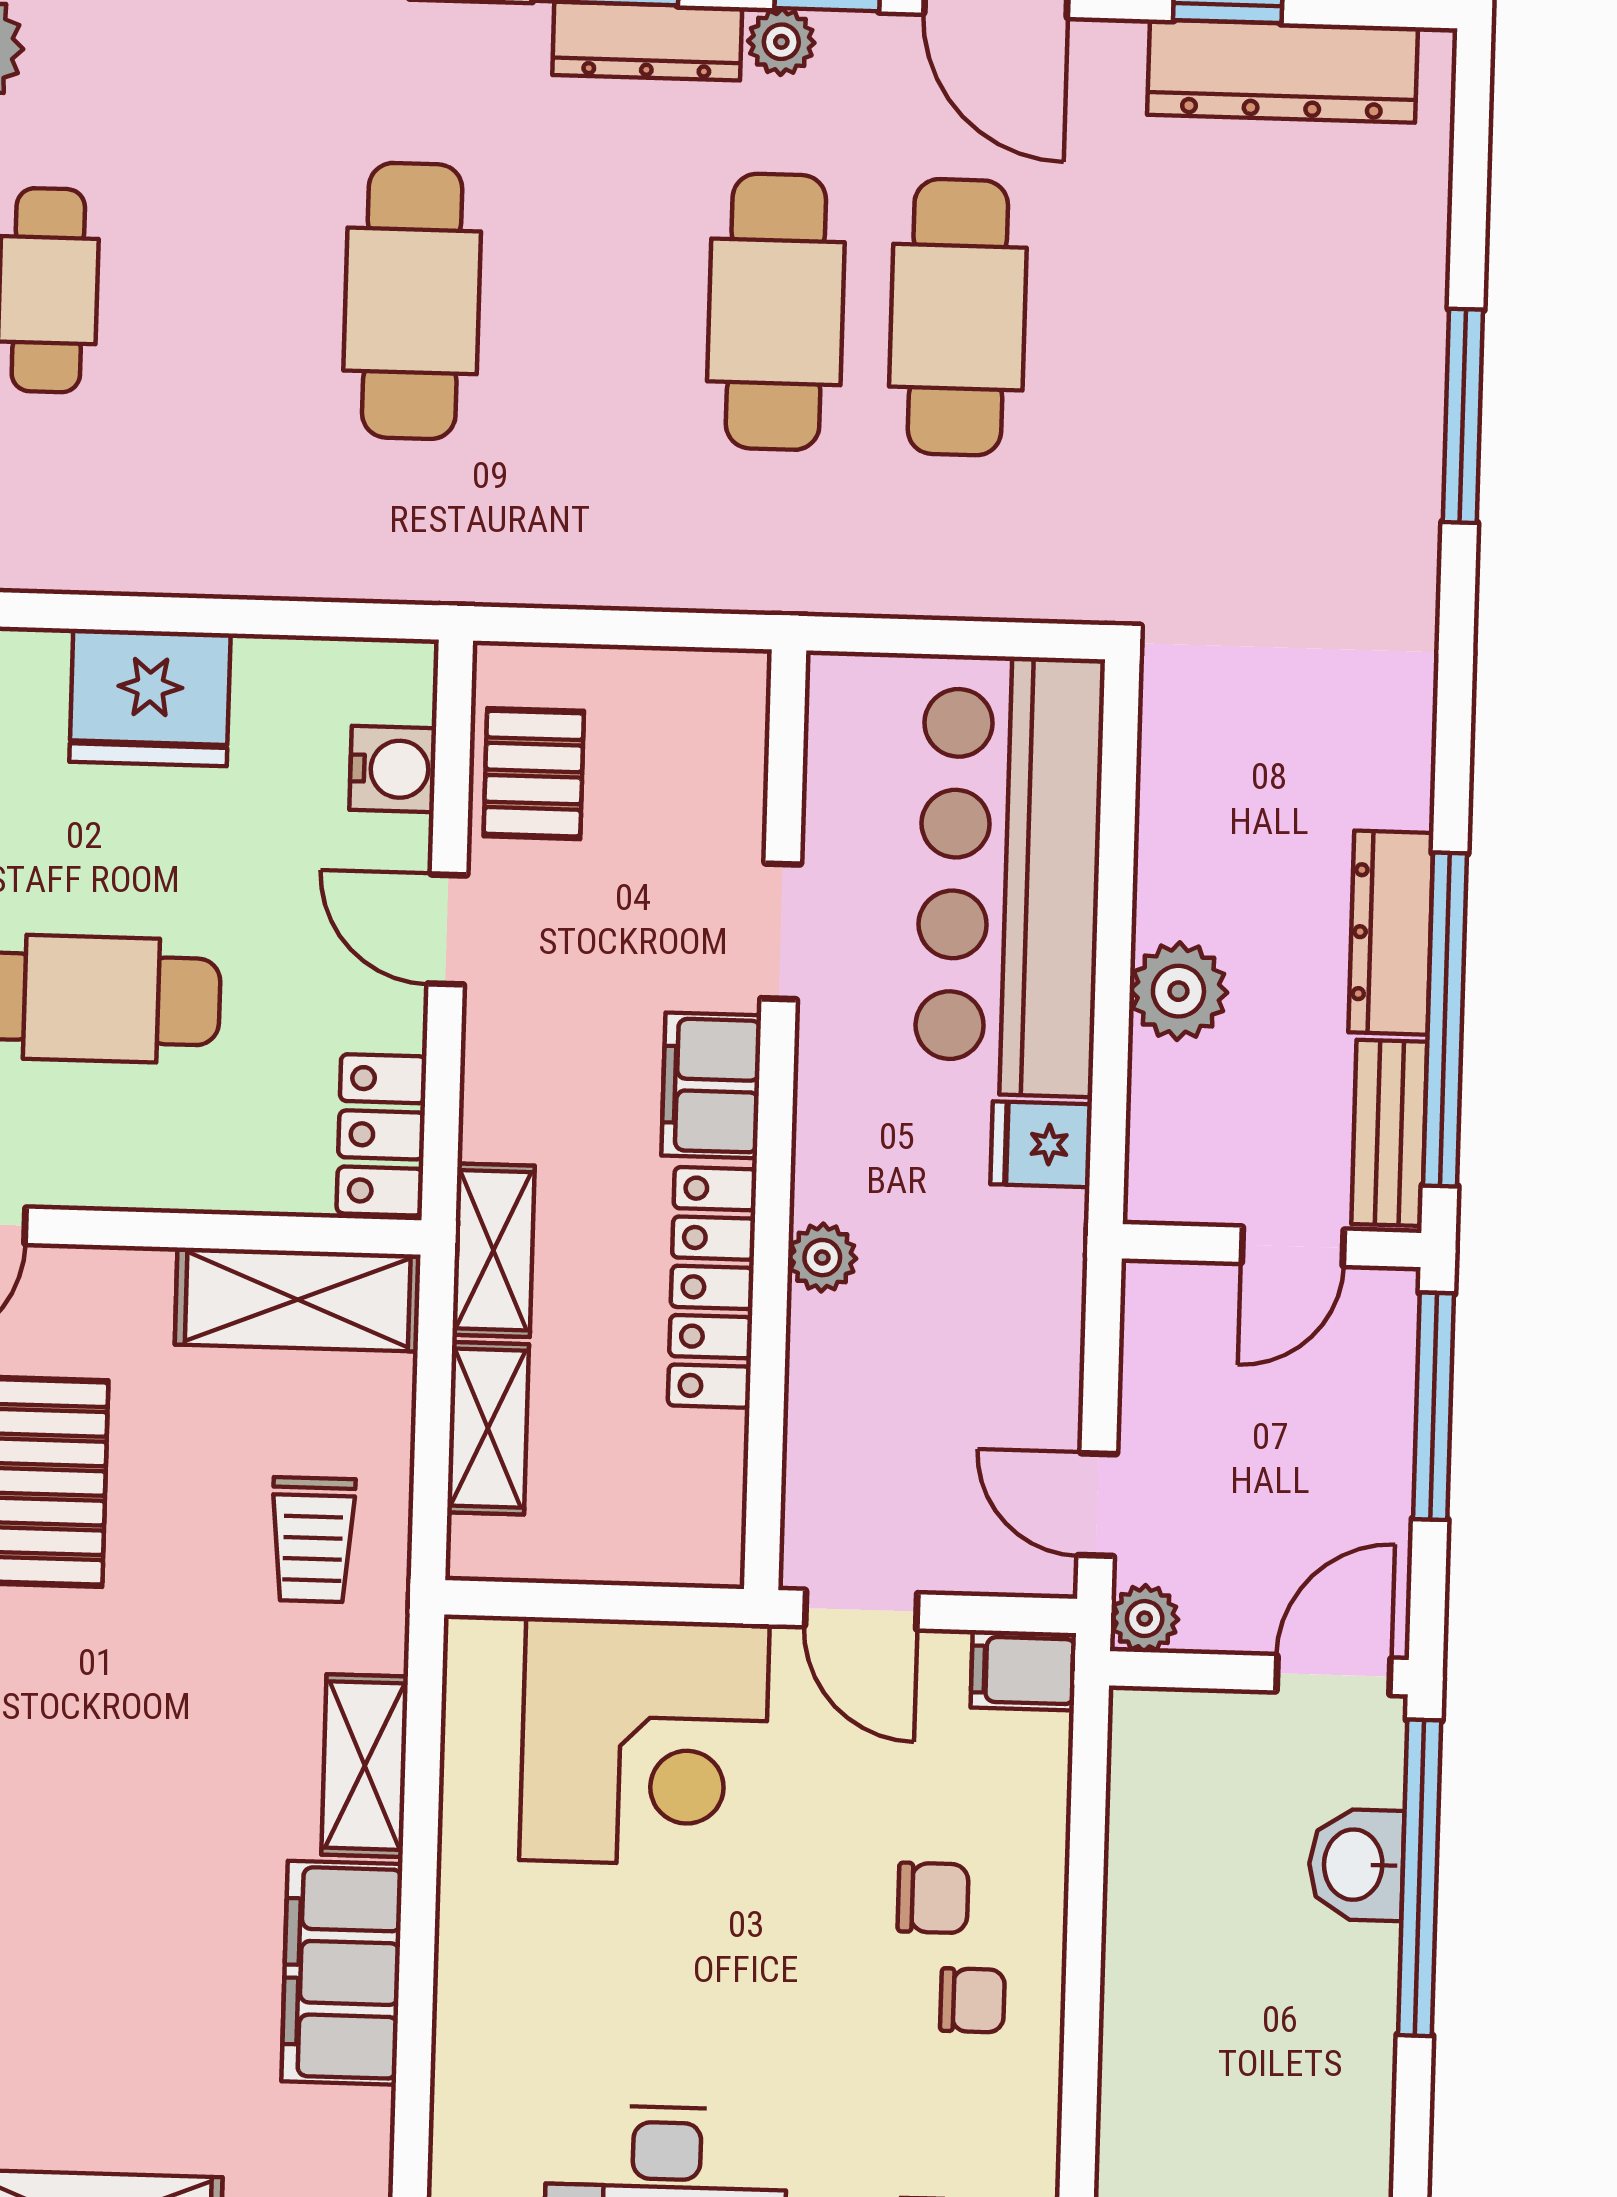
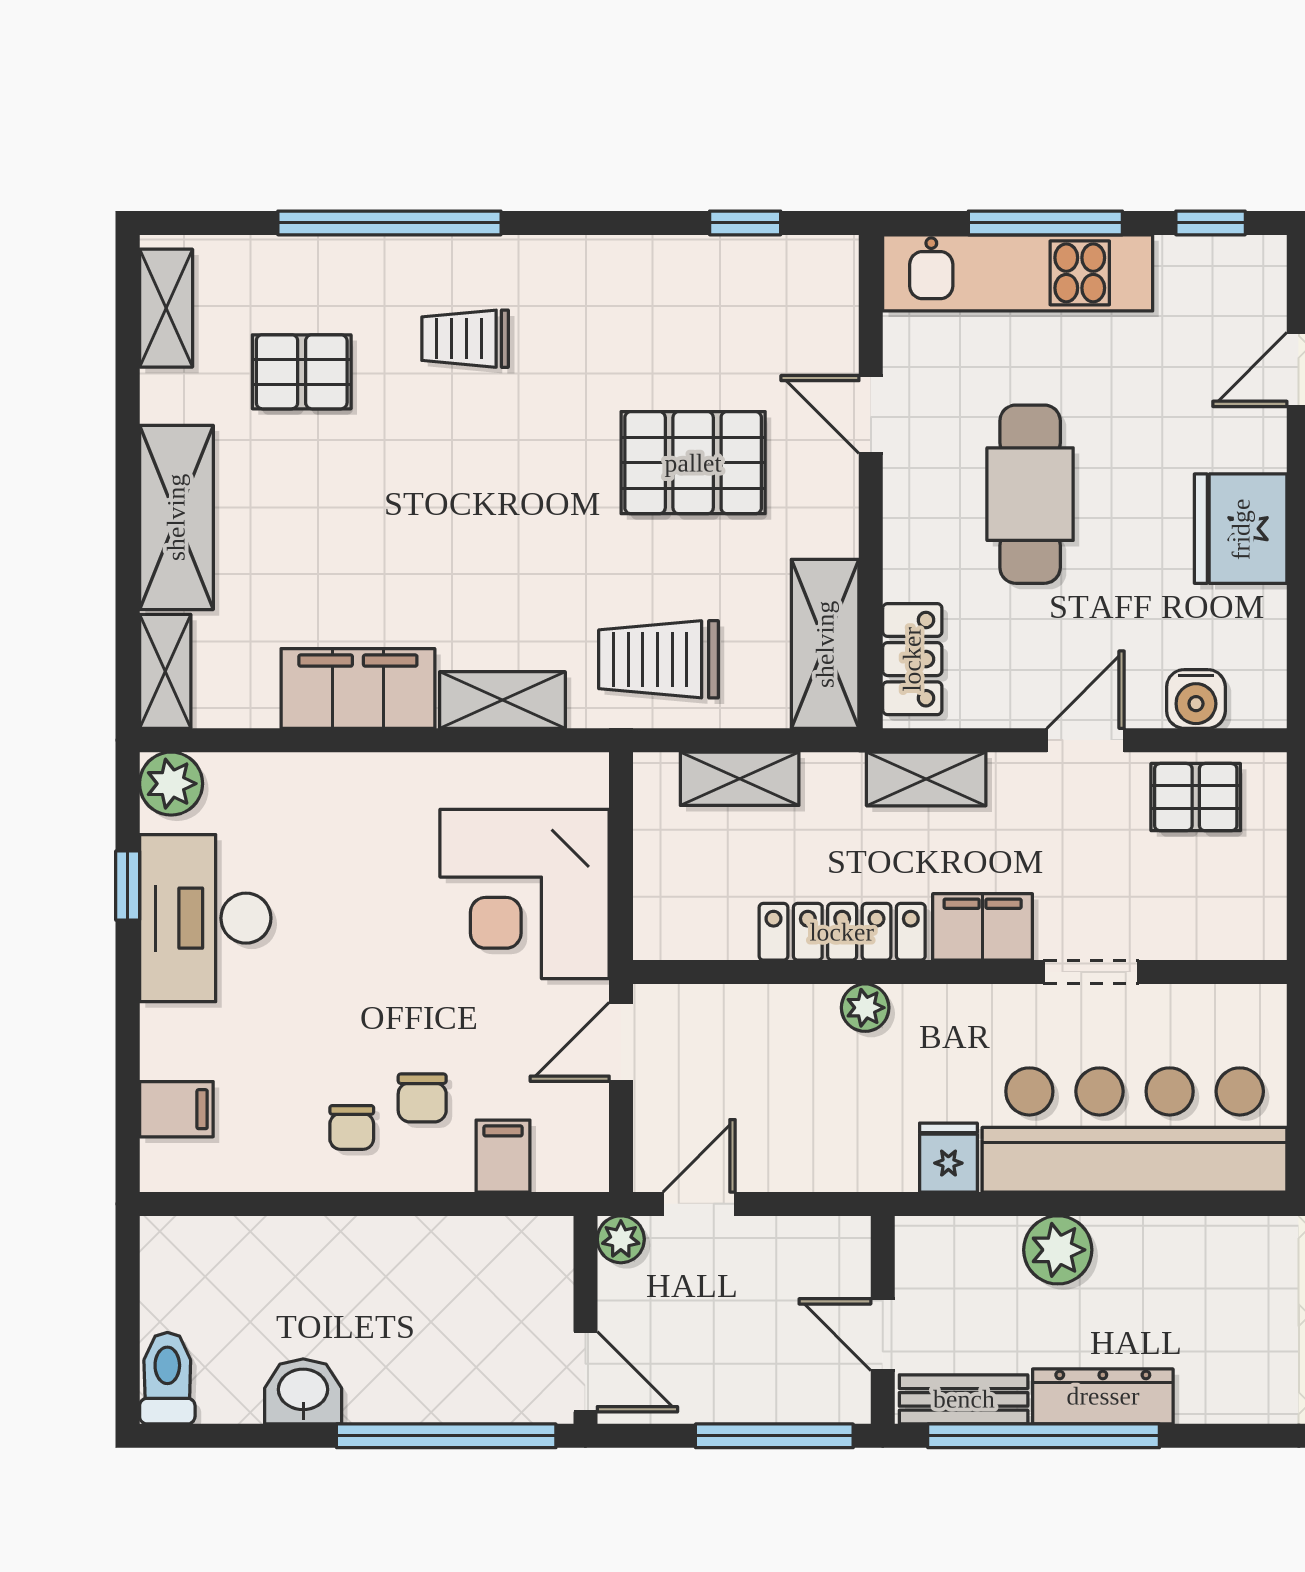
locker: (381, 1135) -> (912, 659), moved, turned 90
shelving: (494, 1250) -> (926, 779), moved
trolley: (313, 1540) -> (658, 659), width x1.36, depth x1.39
filing cabinet: (1023, 1670) -> (503, 1156), moved
washbasin: (1356, 1865) -> (303, 1391), moved

